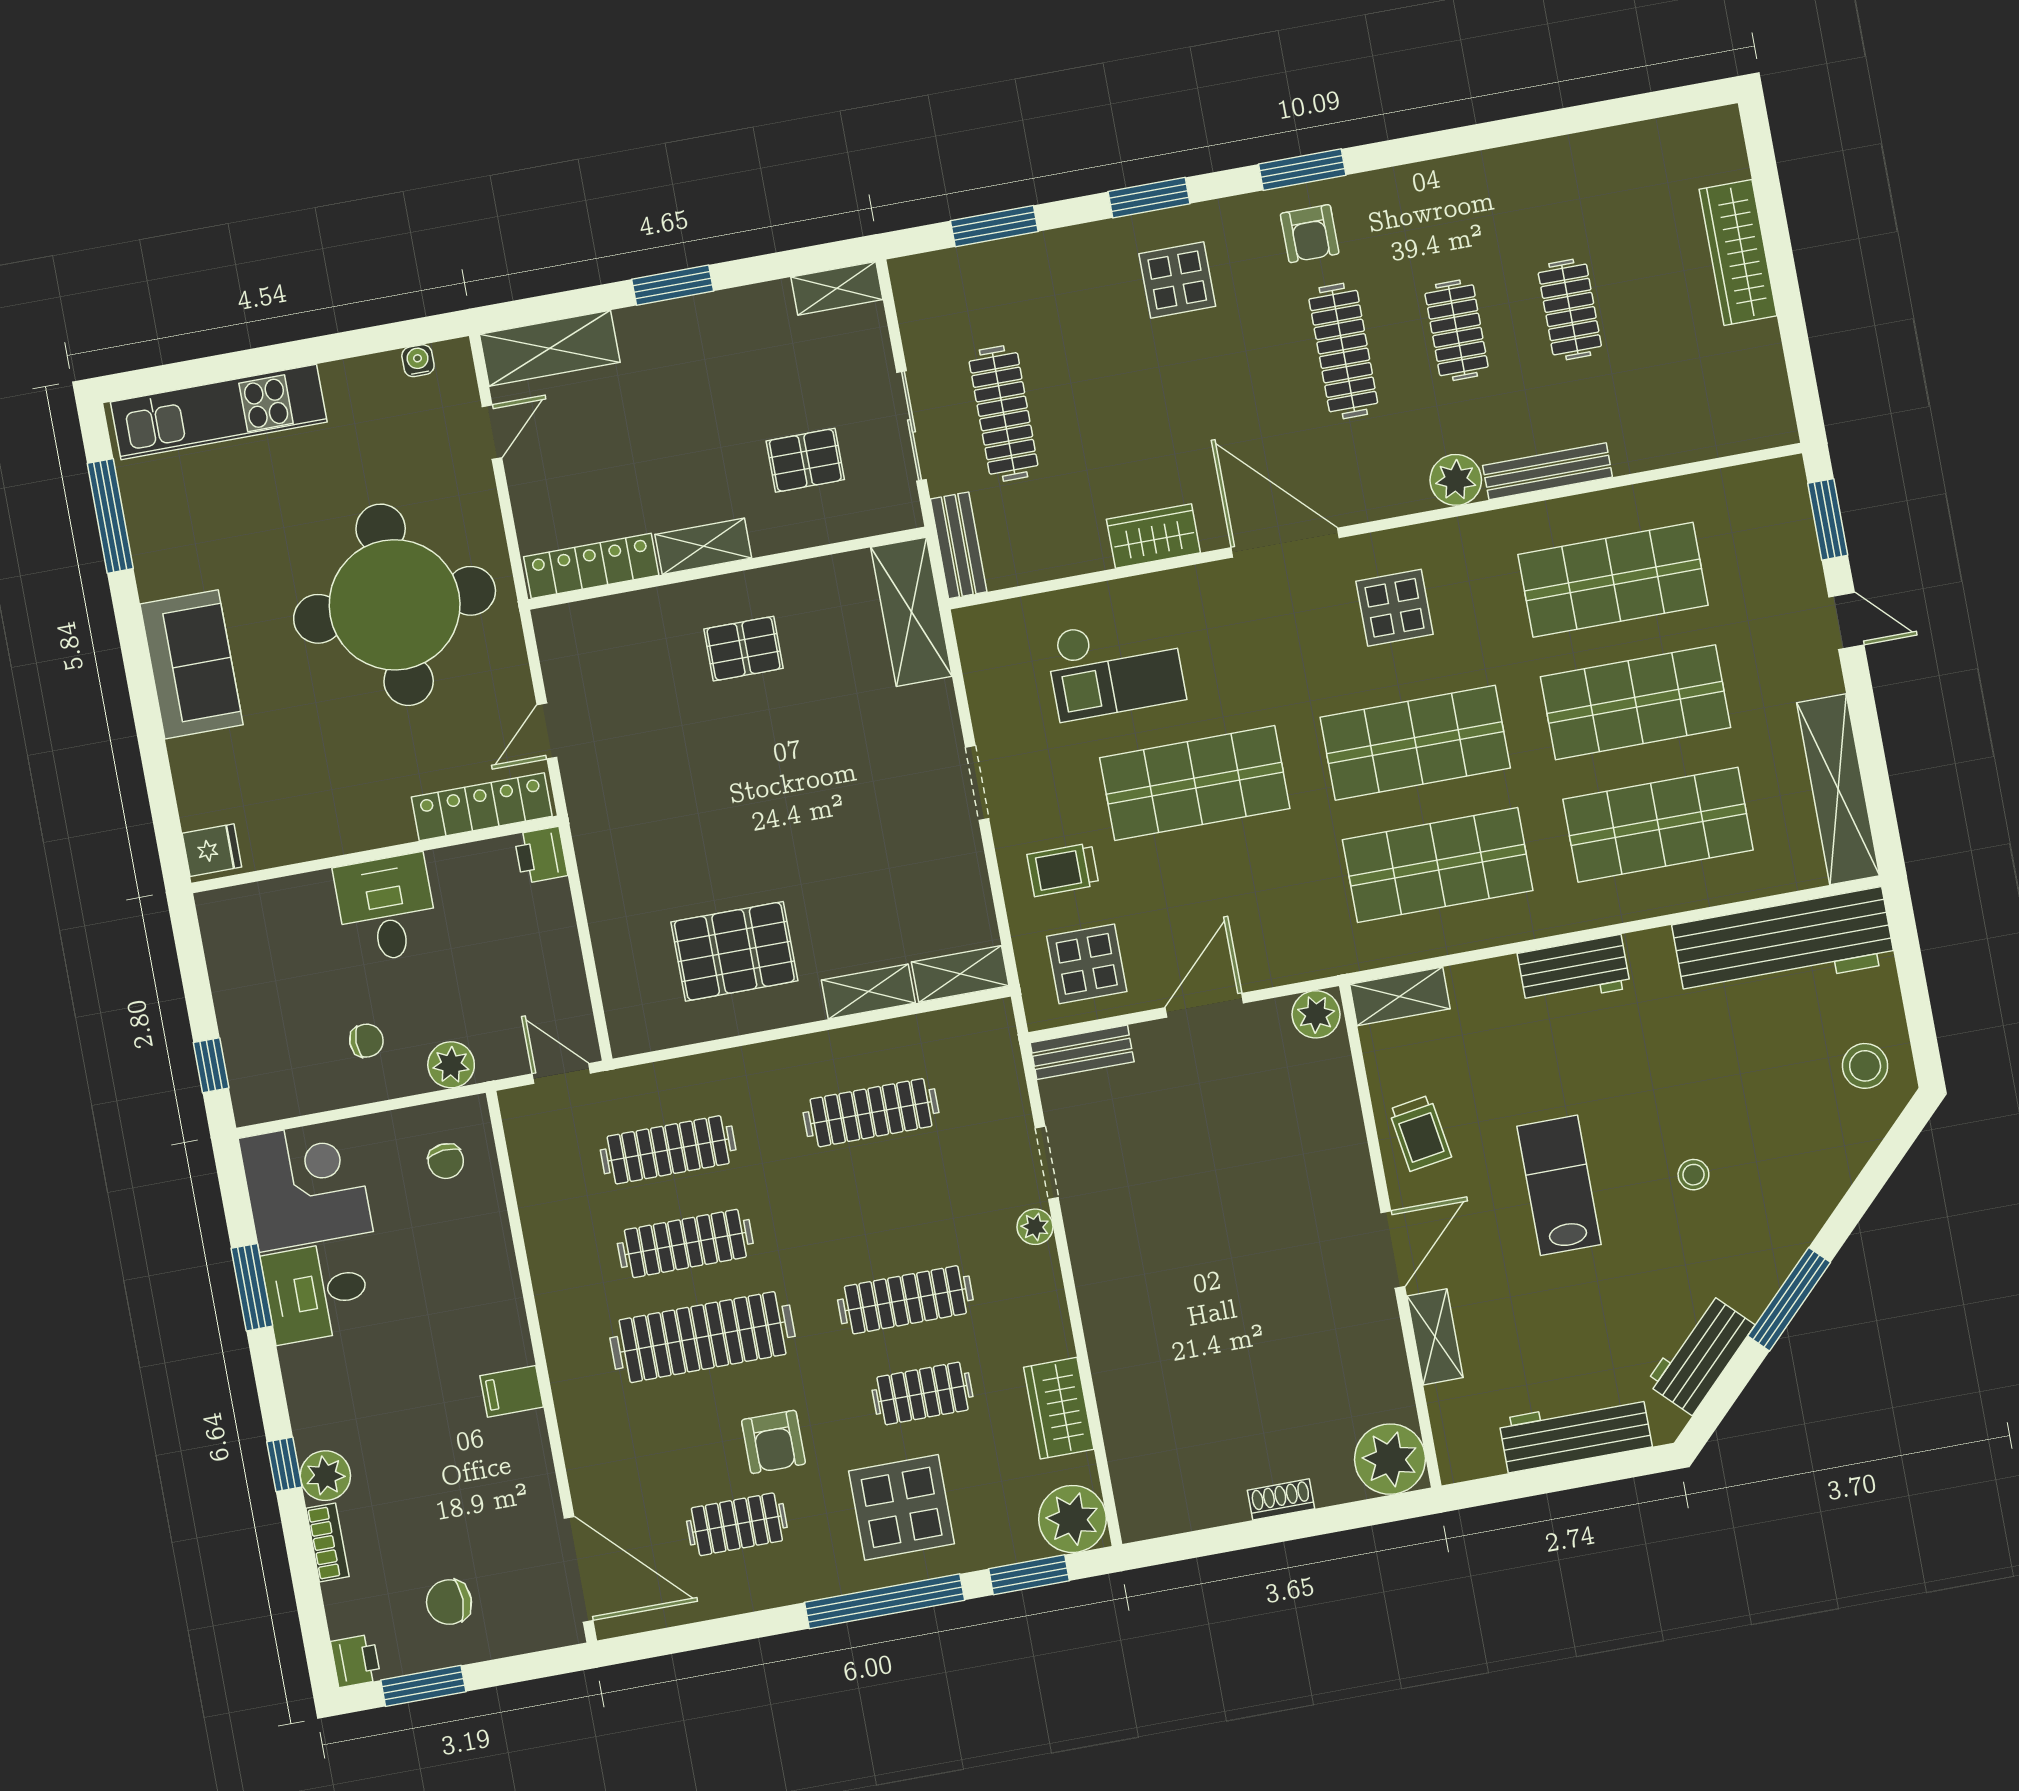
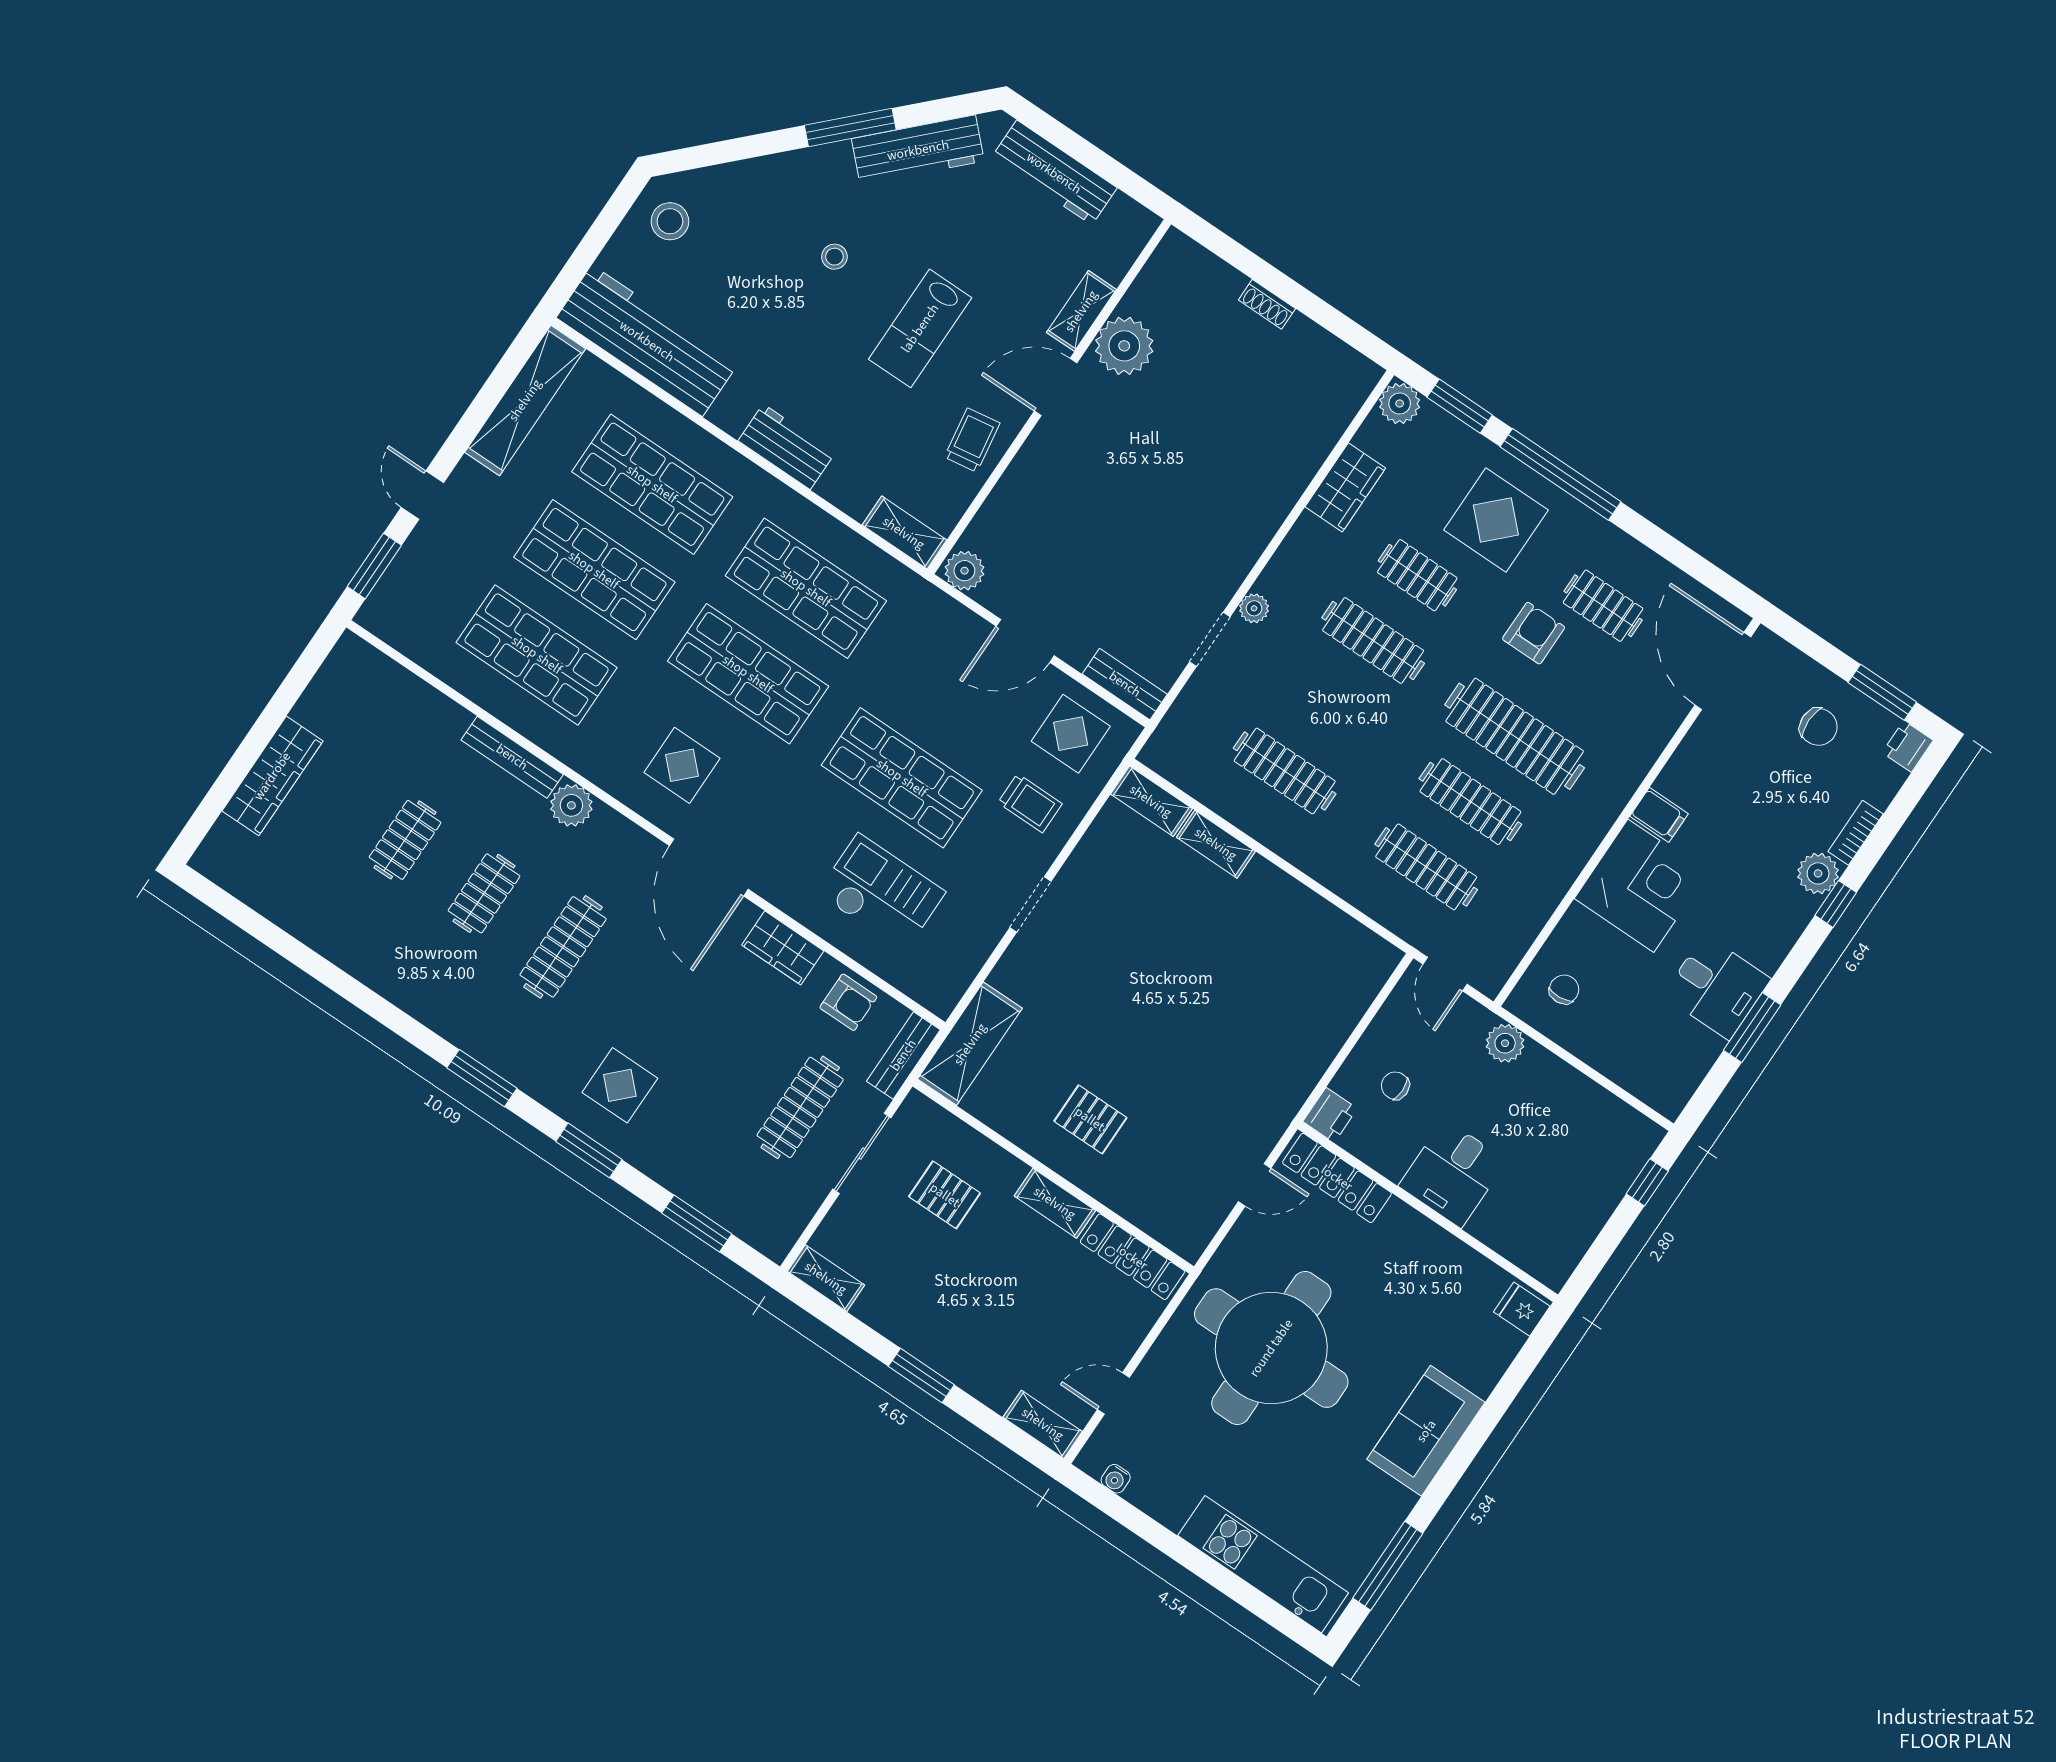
armchair: (1310, 234) -> (848, 1002), moved, turned 90
shelving: (550, 348) -> (1043, 1424), width x0.67, depth x0.75
pallet: (734, 951) -> (1272, 946), removed
chair: (366, 1041) -> (1395, 1086), moved
corner desk: (306, 1185) -> (1641, 886), moved, turned 180
workbench: (1700, 1354) -> (918, 150), width x1.38
plant: (1390, 1459) -> (1124, 346), moved
plant: (1072, 1519) -> (1400, 404), width x0.73, depth x0.73

